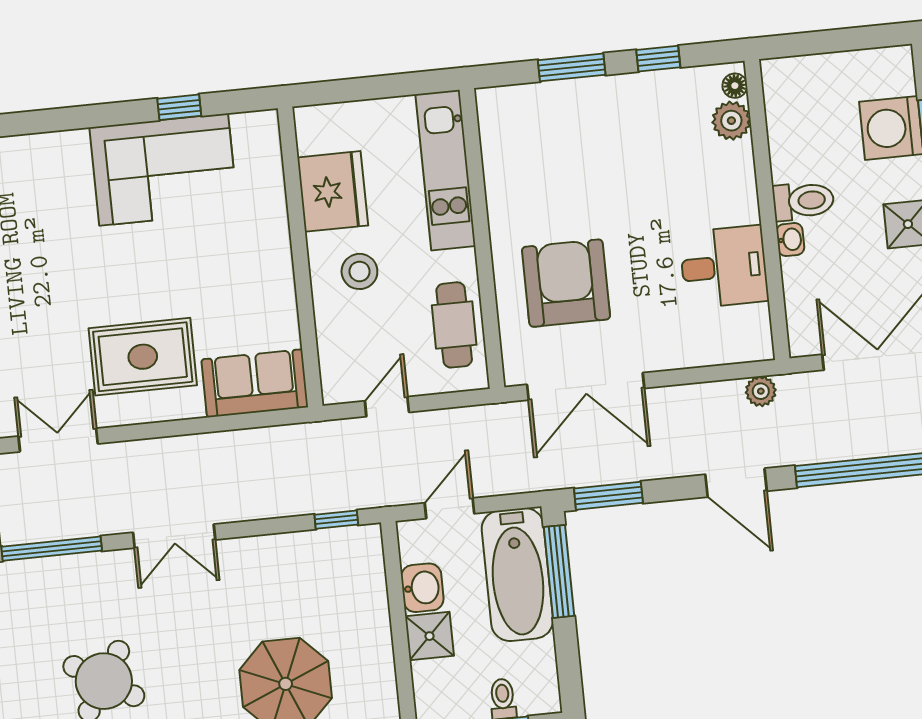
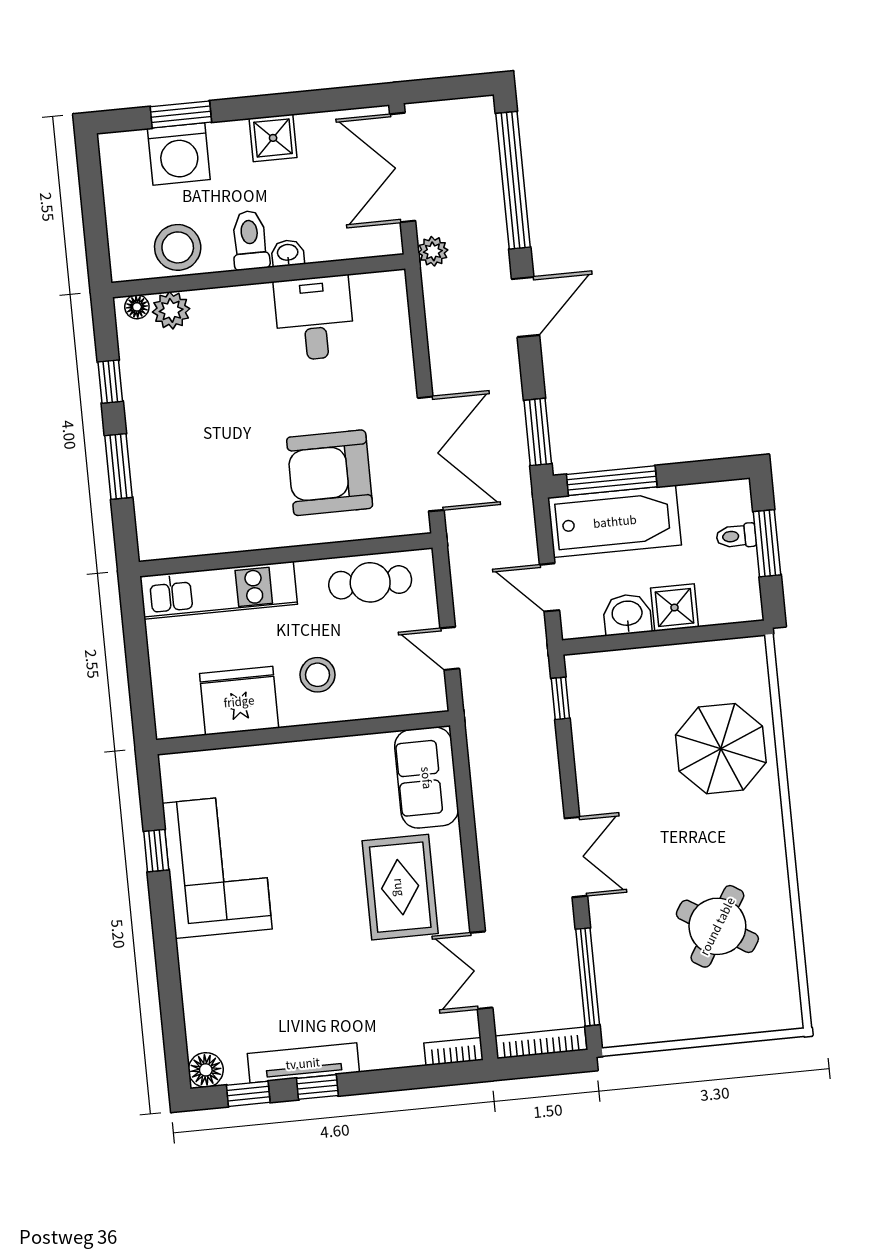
stool: (796, 127) -> (178, 247), added
plant: (761, 391) -> (433, 251), moved

